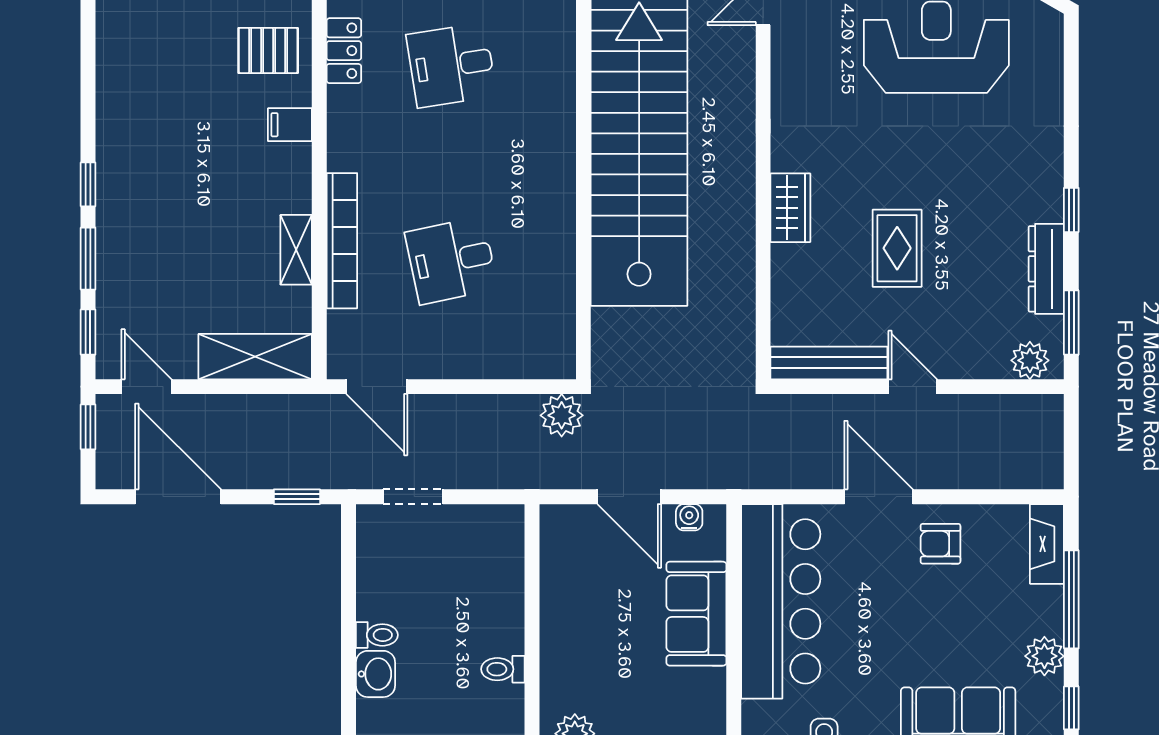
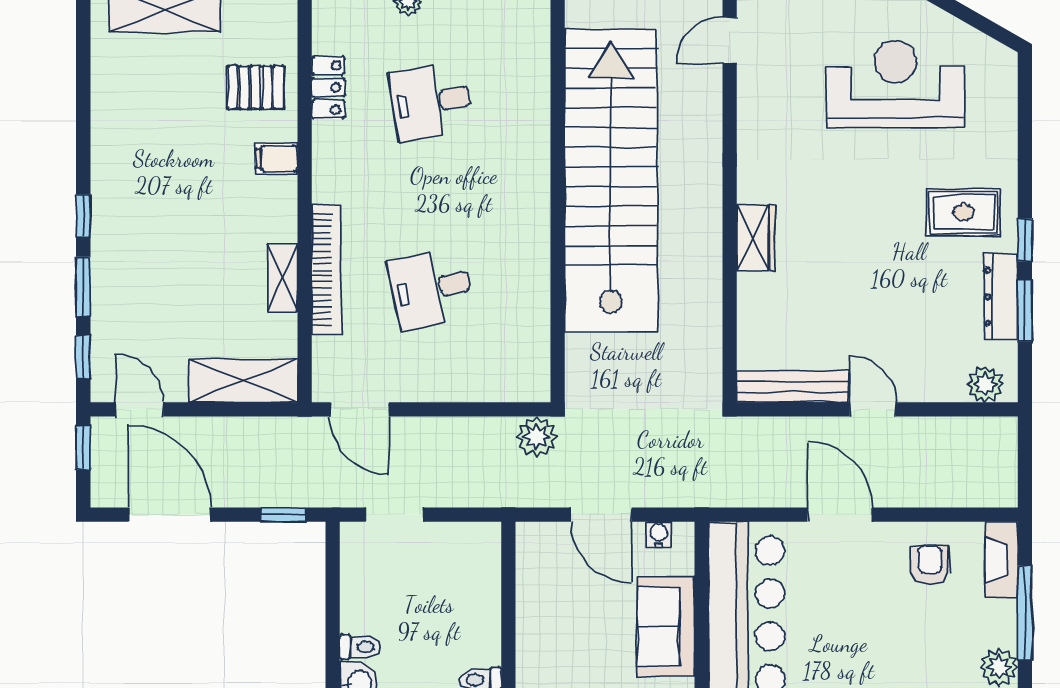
rug: (897, 248) -> (964, 212), moved, turned 90
window: (1071, 323) -> (1025, 310), moved
armchair: (940, 544) -> (930, 565), moved, turned 90

